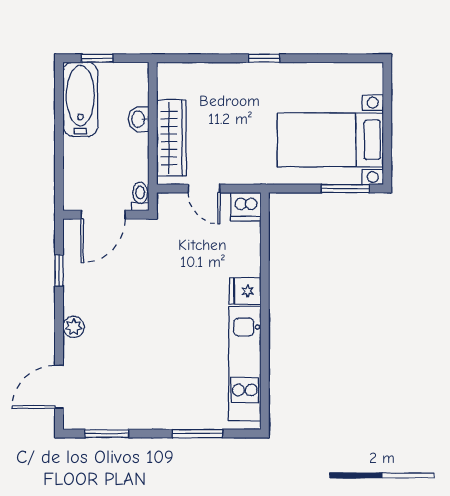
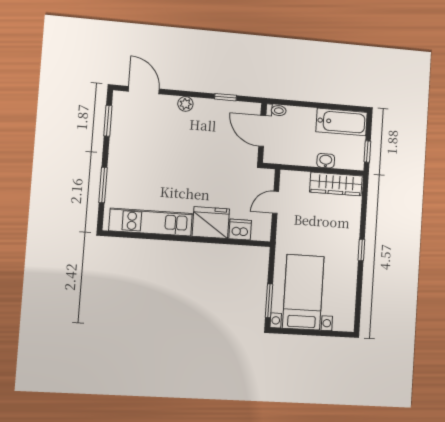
window: (97, 58) -> (367, 151), moved
wardrobe: (171, 138) -> (336, 184), moved
toilet: (140, 196) -> (276, 110), moved
dishwasher: (246, 207) -> (240, 229), moved, turned 90
fridge: (245, 291) -> (211, 223), width x1.88, depth x1.34

